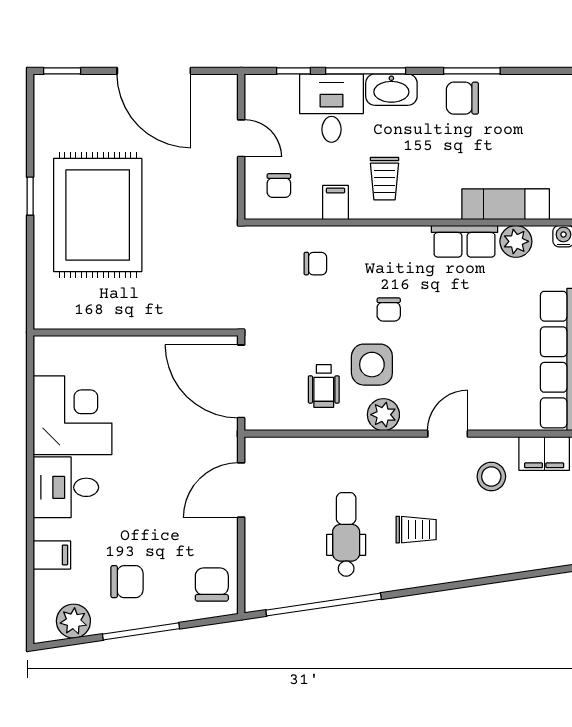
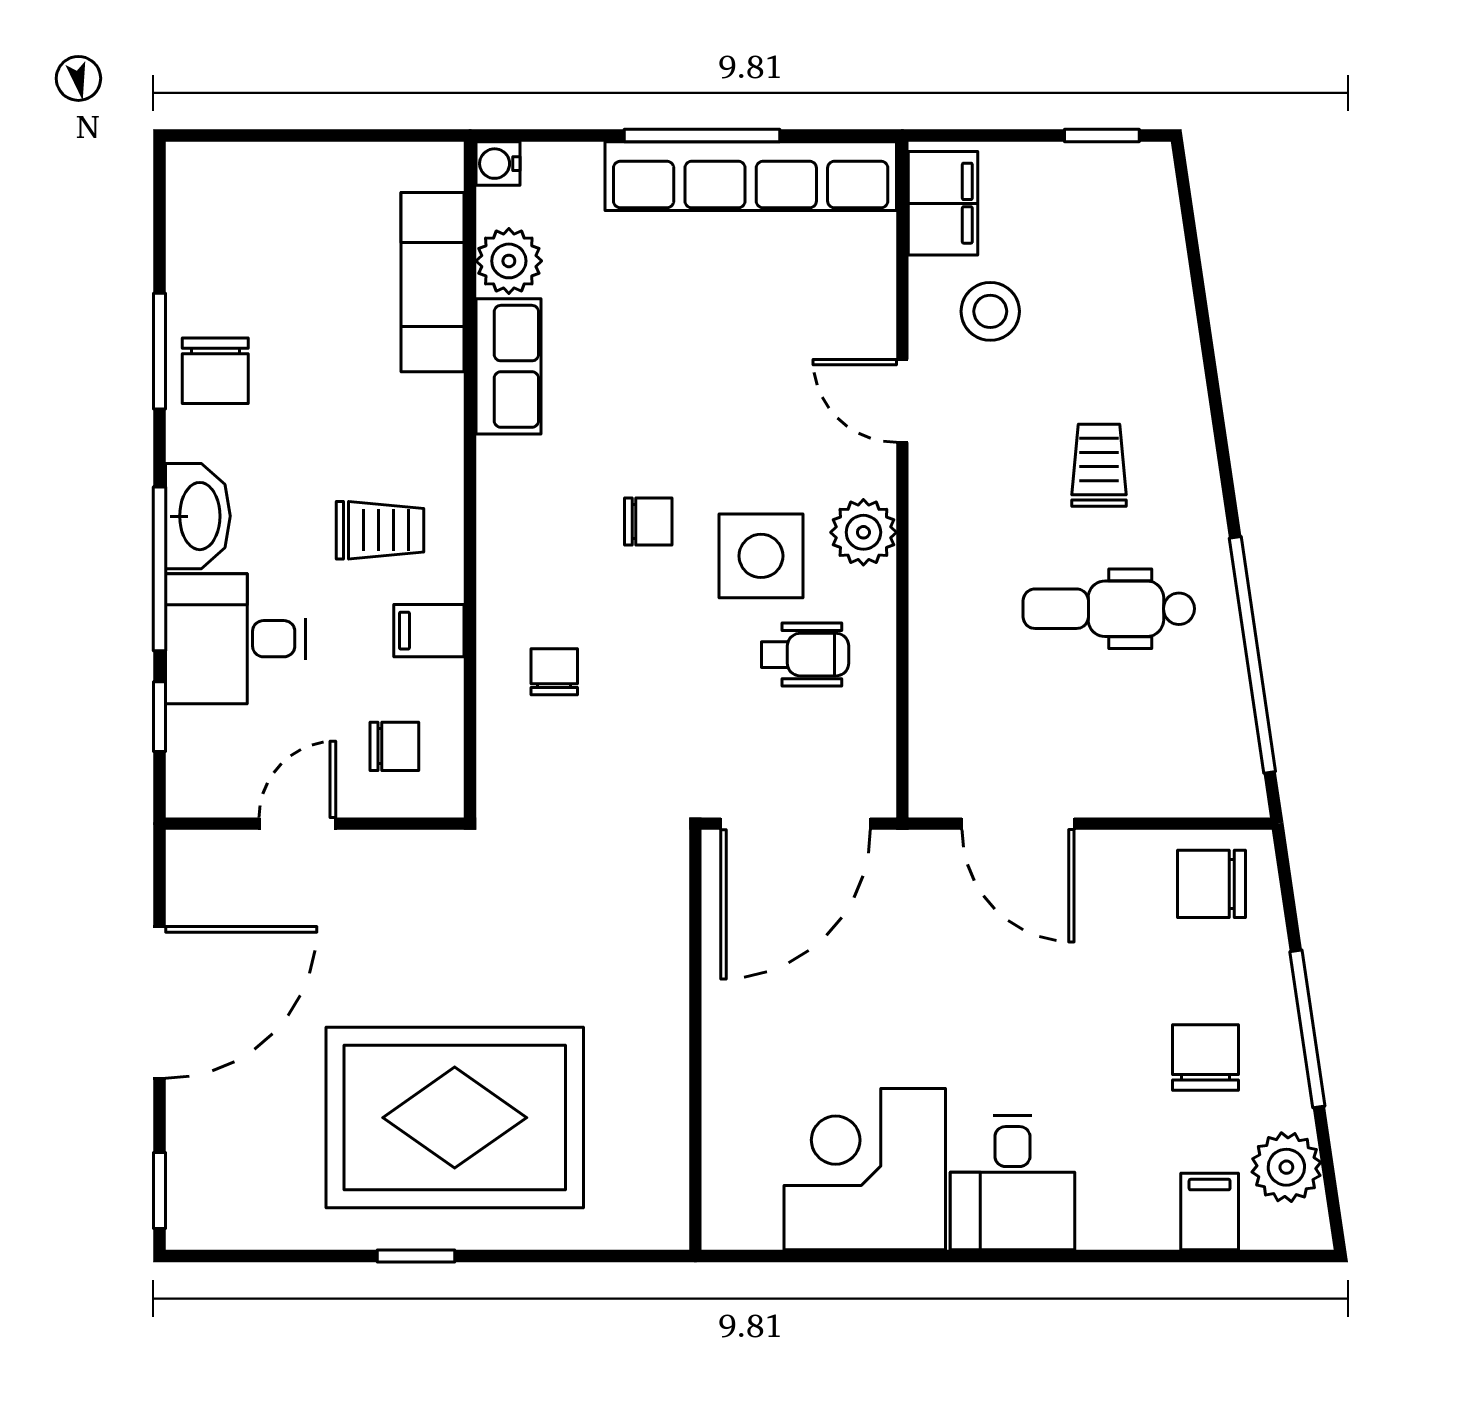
filing cabinet: (52, 555) -> (1210, 1211), moved

